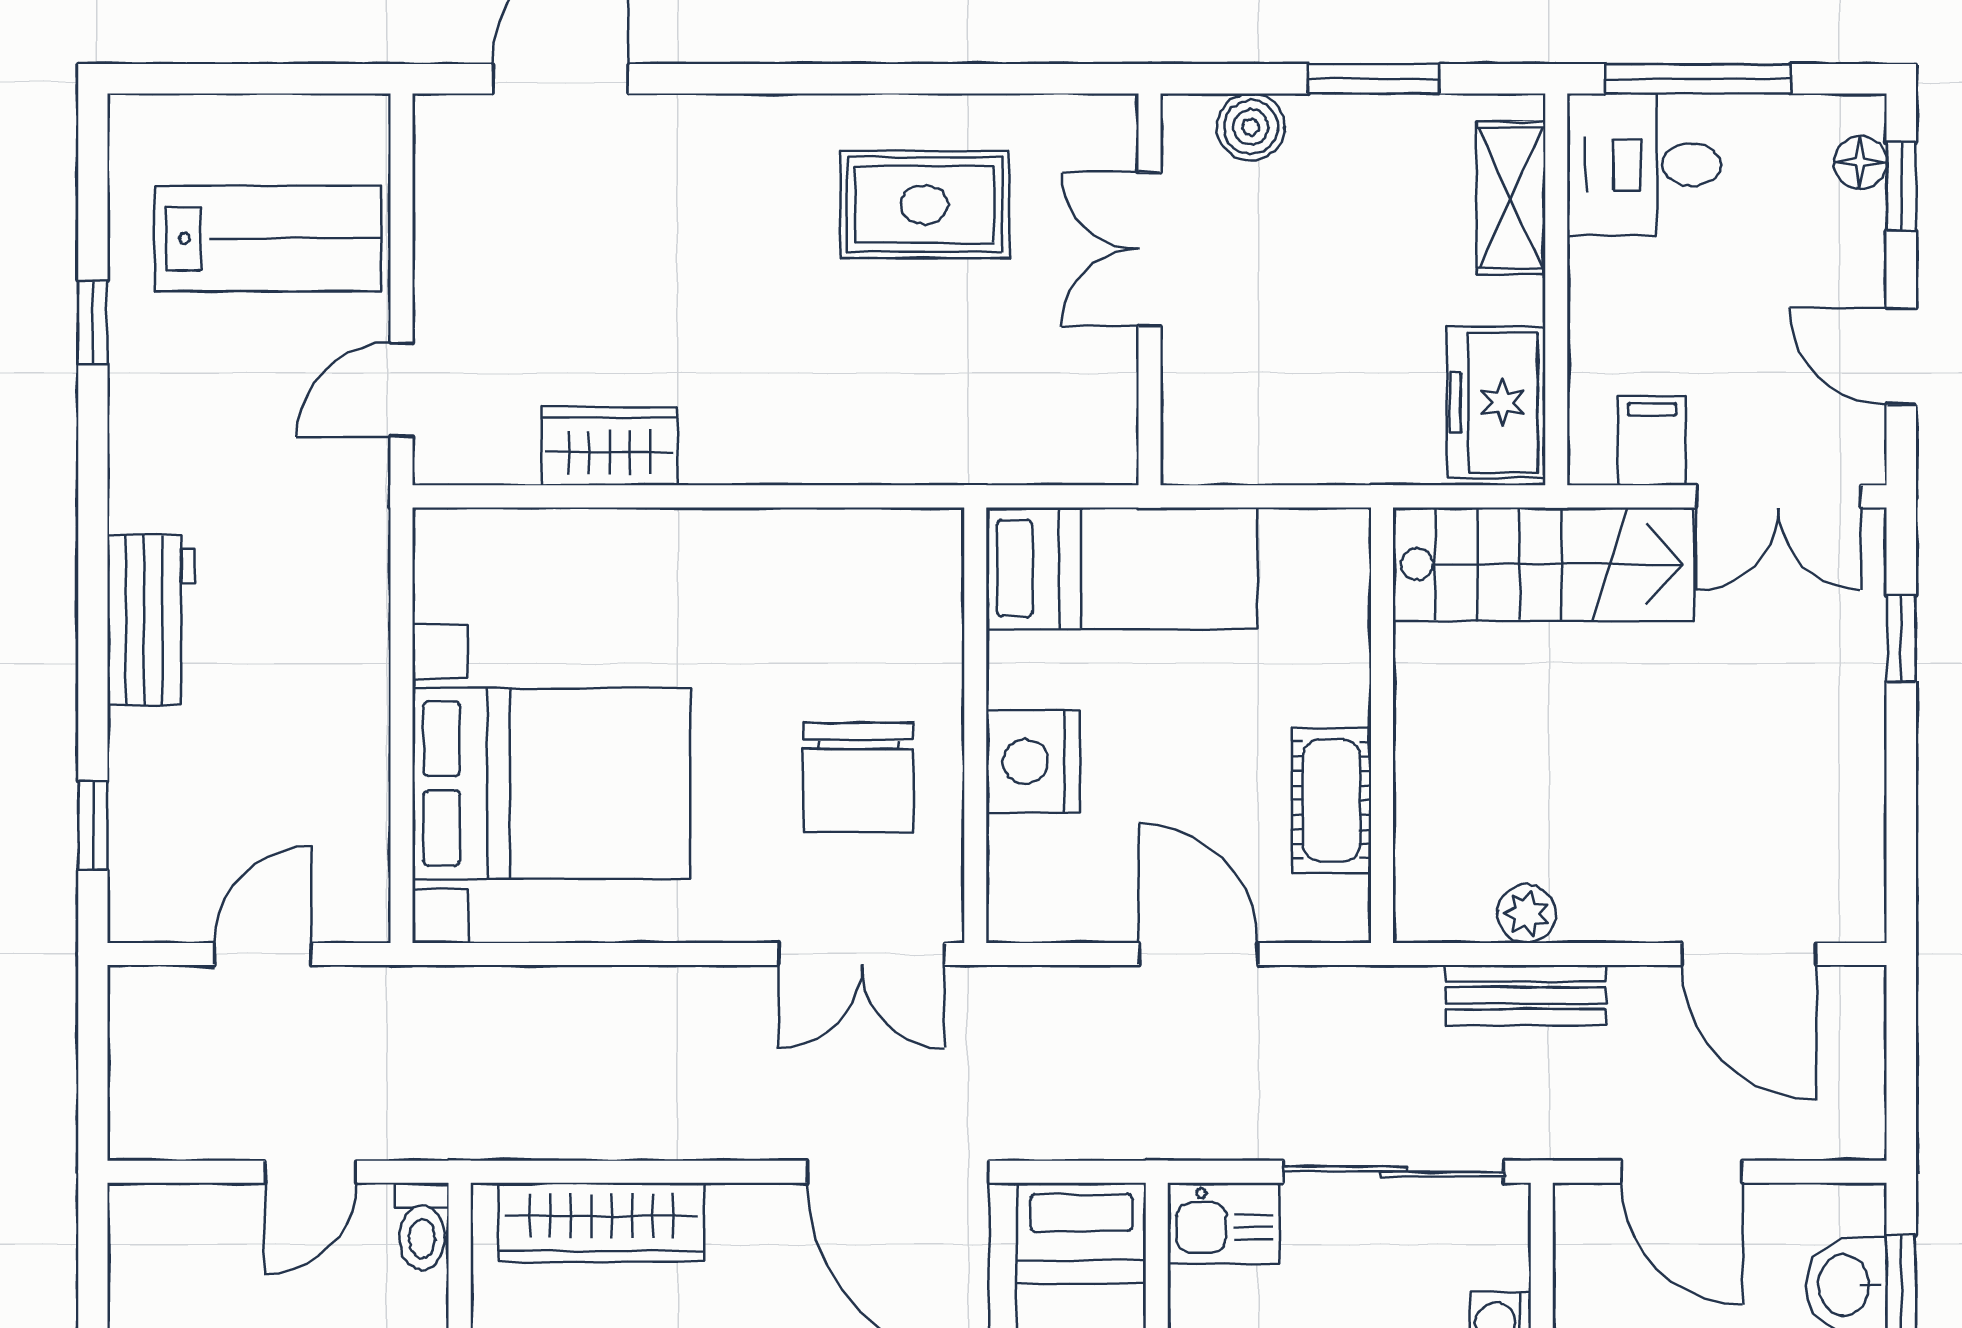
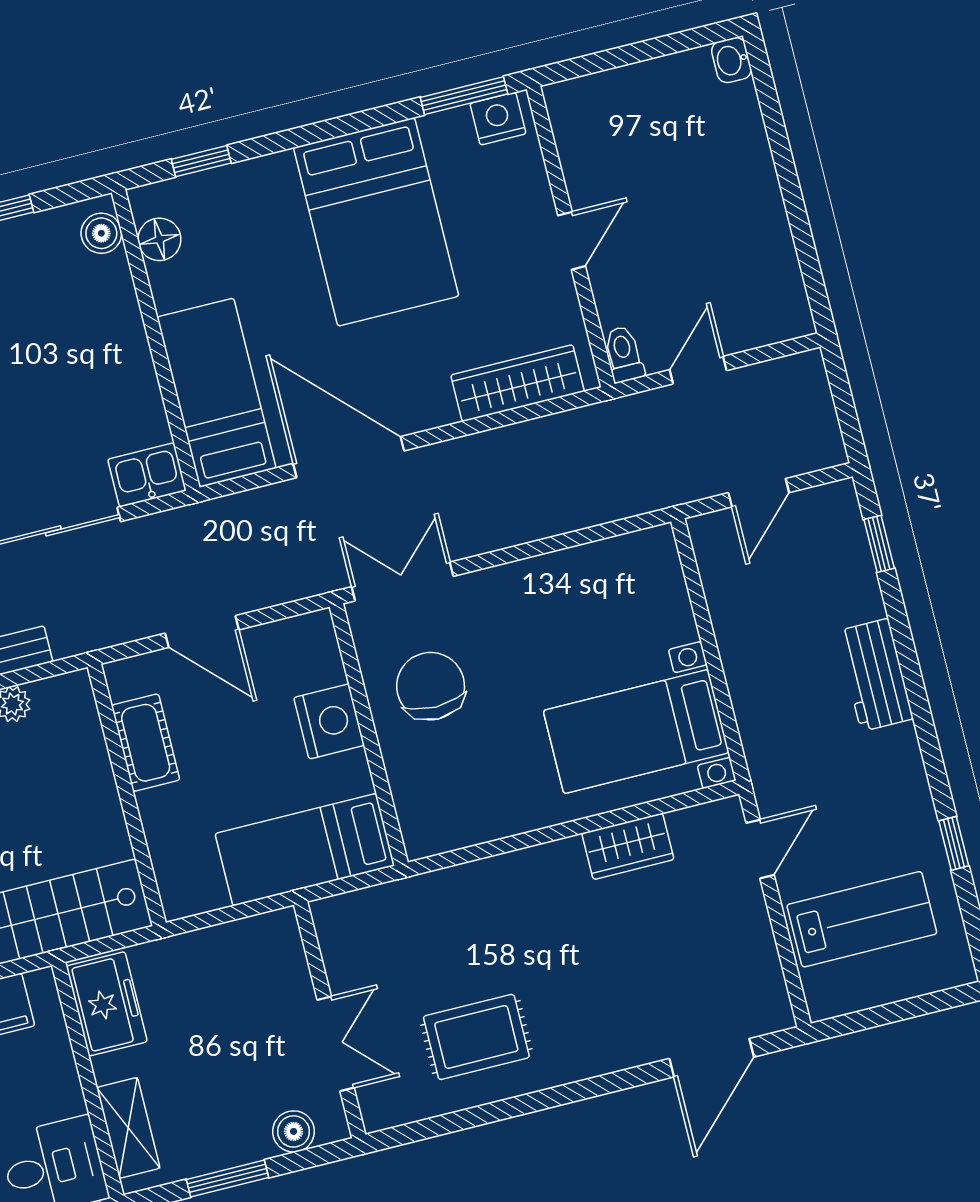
lab bench: (268, 239) -> (862, 919), turned 180
bed with nightstands: (551, 783) -> (636, 732), moved, width x0.73

